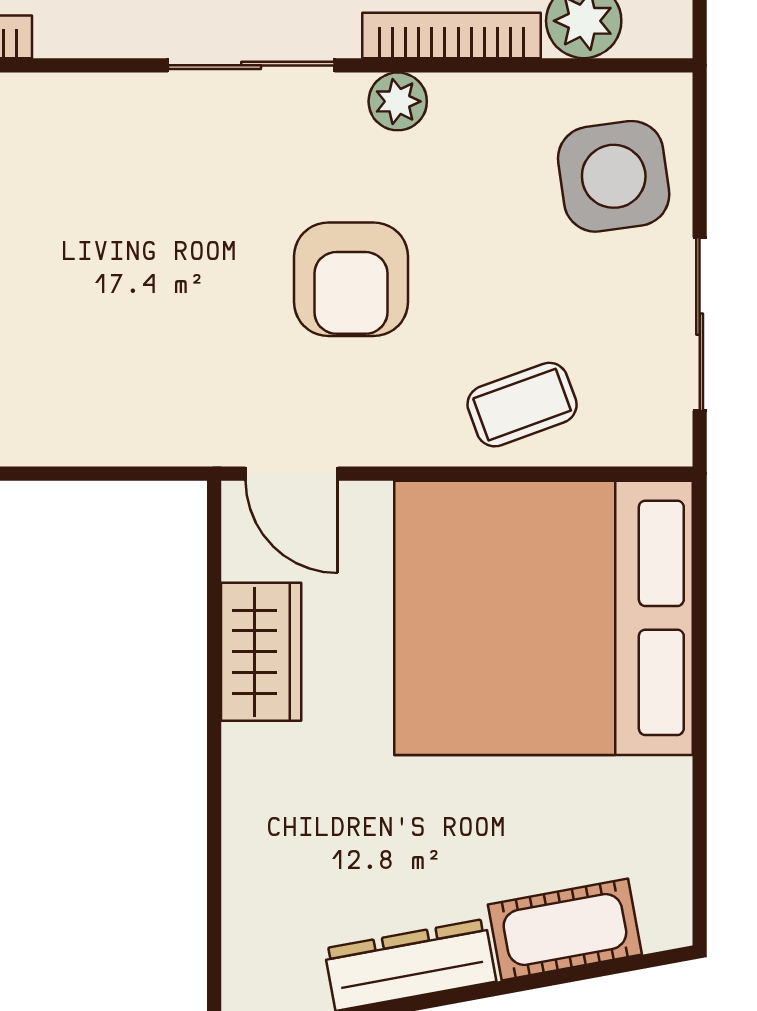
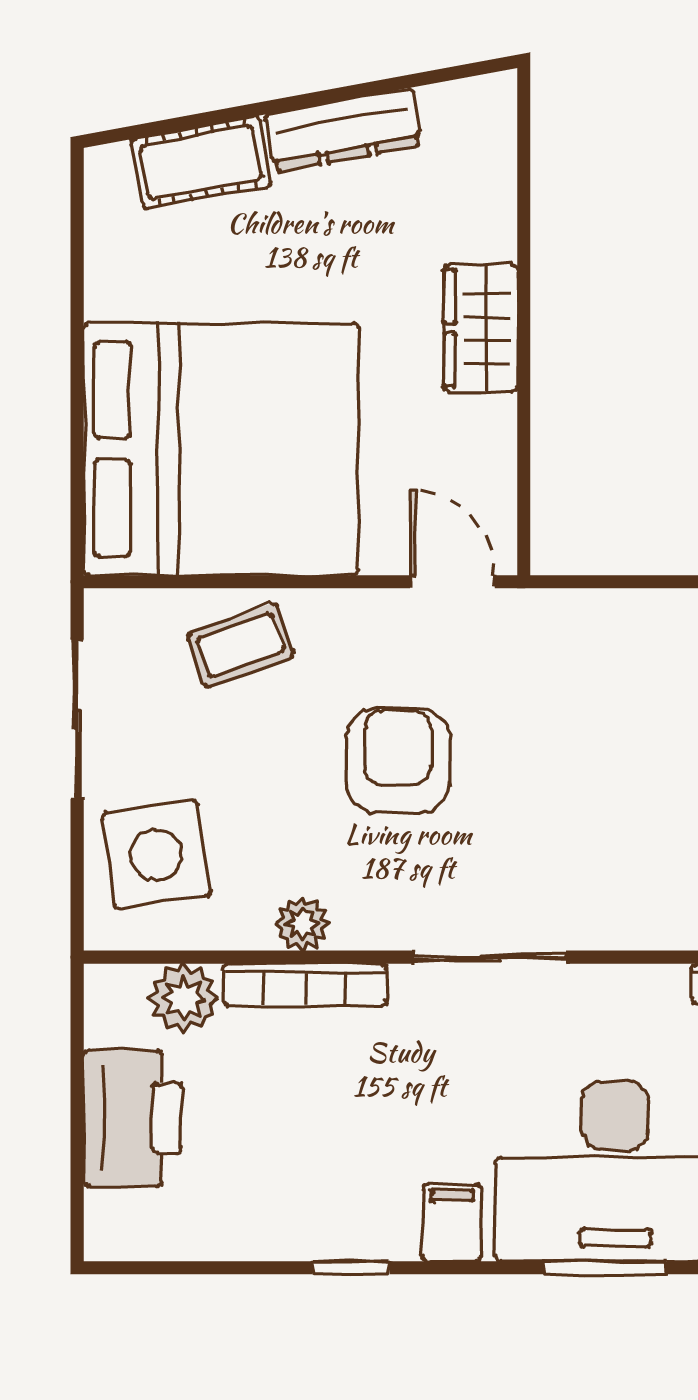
plant: (398, 101) -> (302, 924), moved
wardrobe: (261, 652) -> (480, 328), moved

